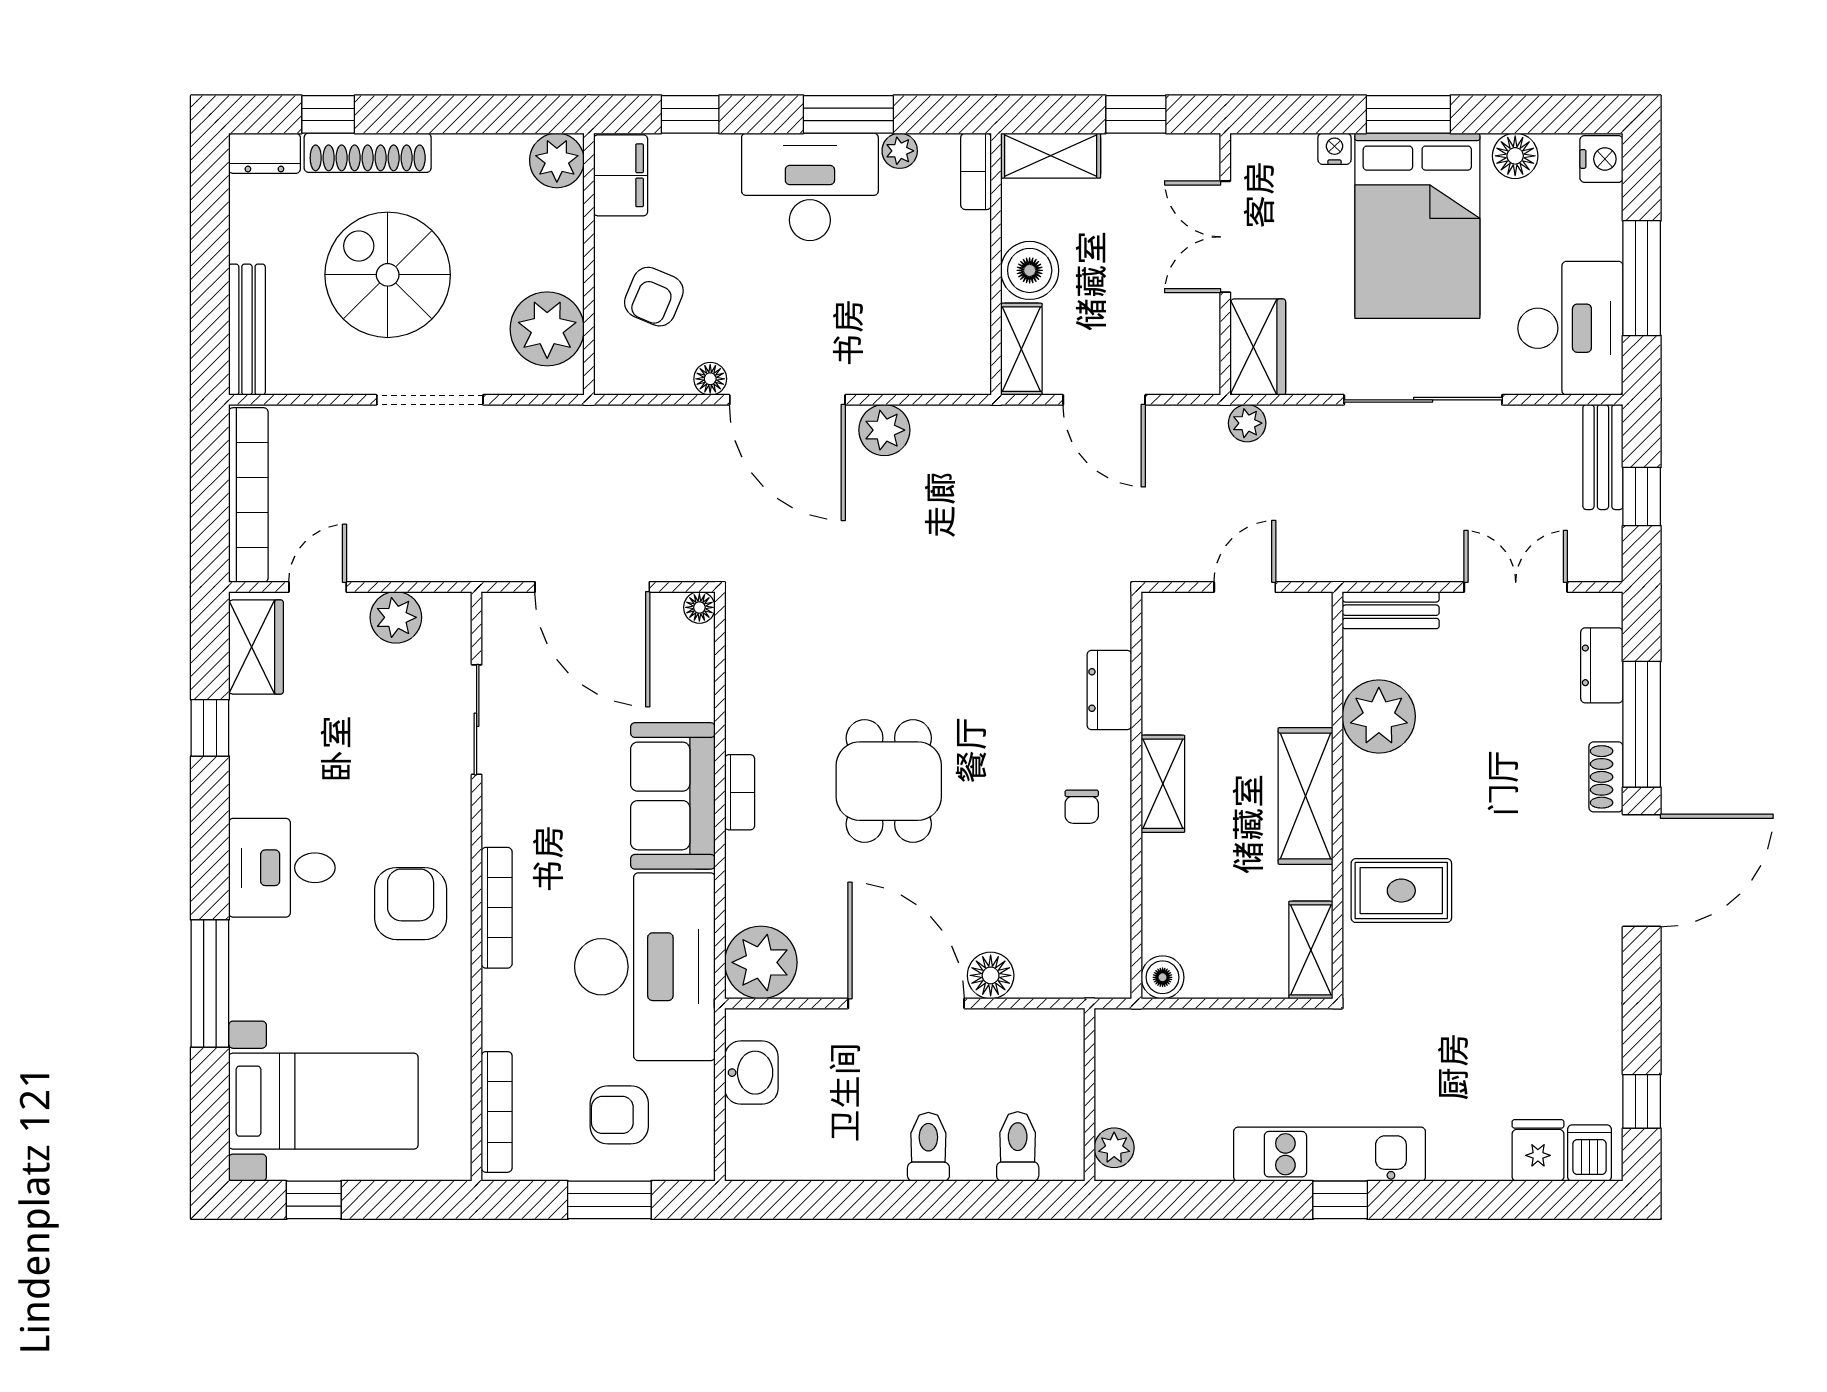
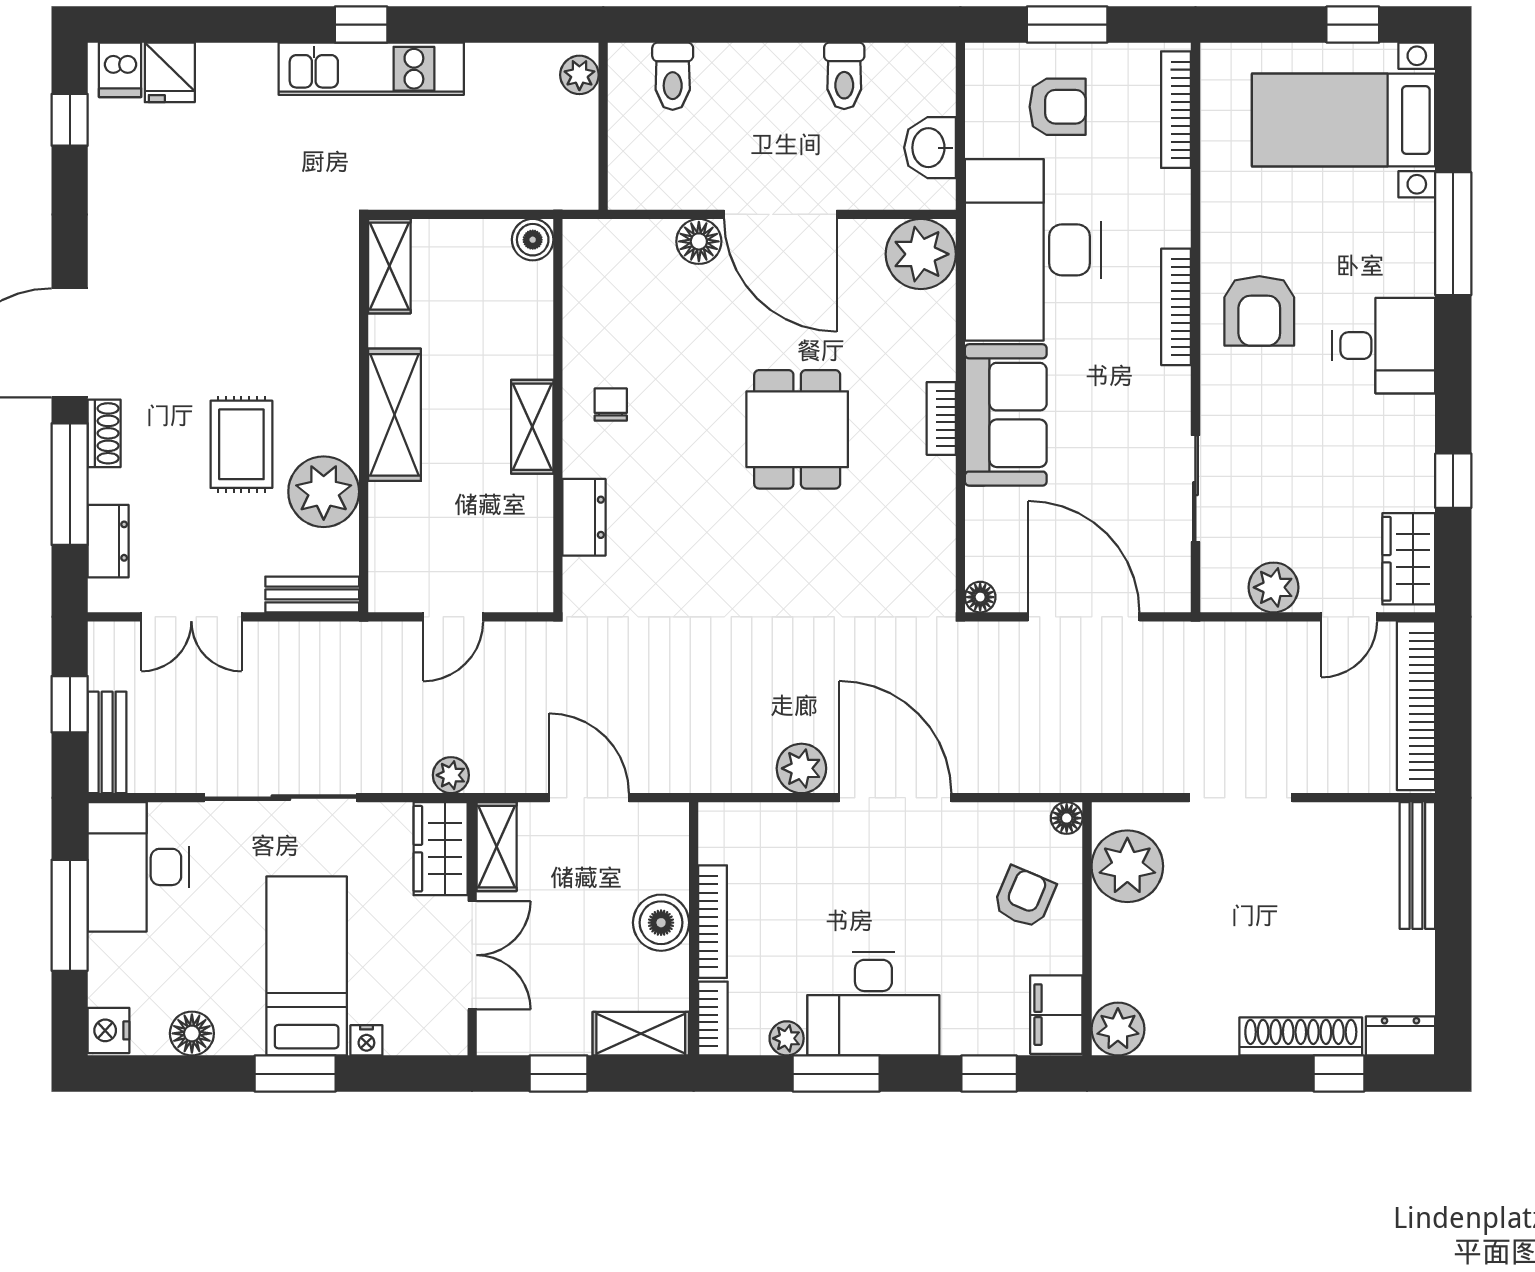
bed: (1417, 226) -> (307, 966), width x0.67
bookcase: (976, 272) -> (713, 922), added
spiral stairs: (388, 275) -> (1281, 918), removed
shelving: (1021, 349) -> (497, 847), moved
floor lamp: (710, 379) -> (1067, 818), moved
rug: (1401, 891) -> (241, 444), moved, turned 90
toilet: (928, 1147) -> (844, 76), moved

